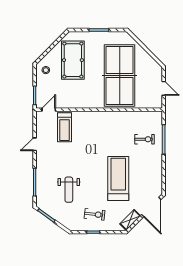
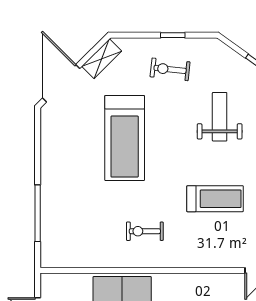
treadmill: (64, 127) -> (215, 199), moved, turned 90
exercise bike: (145, 139) -> (145, 231), moved

